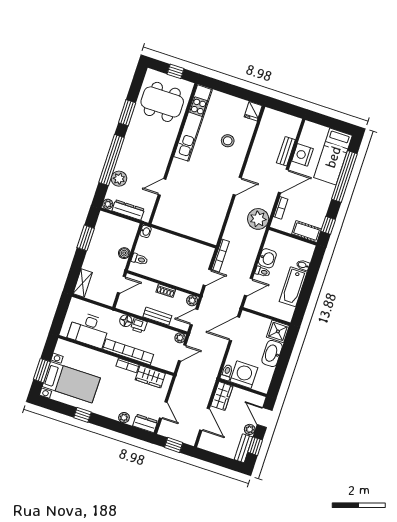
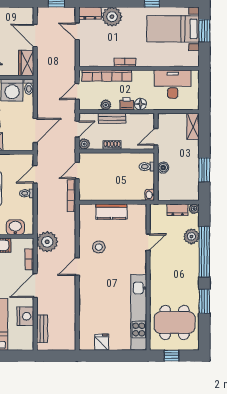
fridge: (253, 111) -> (102, 342), moved
stool: (228, 141) -> (99, 247), moved
bench: (286, 151) -> (42, 329), moved
dresser: (128, 210) -> (178, 210), width x0.70
kitchen counter: (187, 228) -> (111, 211), added
washbasin: (267, 258) -> (15, 227), moved, turned 90
plant: (180, 338) -> (106, 105), moved
bookcase: (128, 352) -> (107, 75), moved
wardrobe: (150, 377) -> (100, 59), removed
plant: (124, 418) -> (112, 17), width x1.88, depth x1.88

